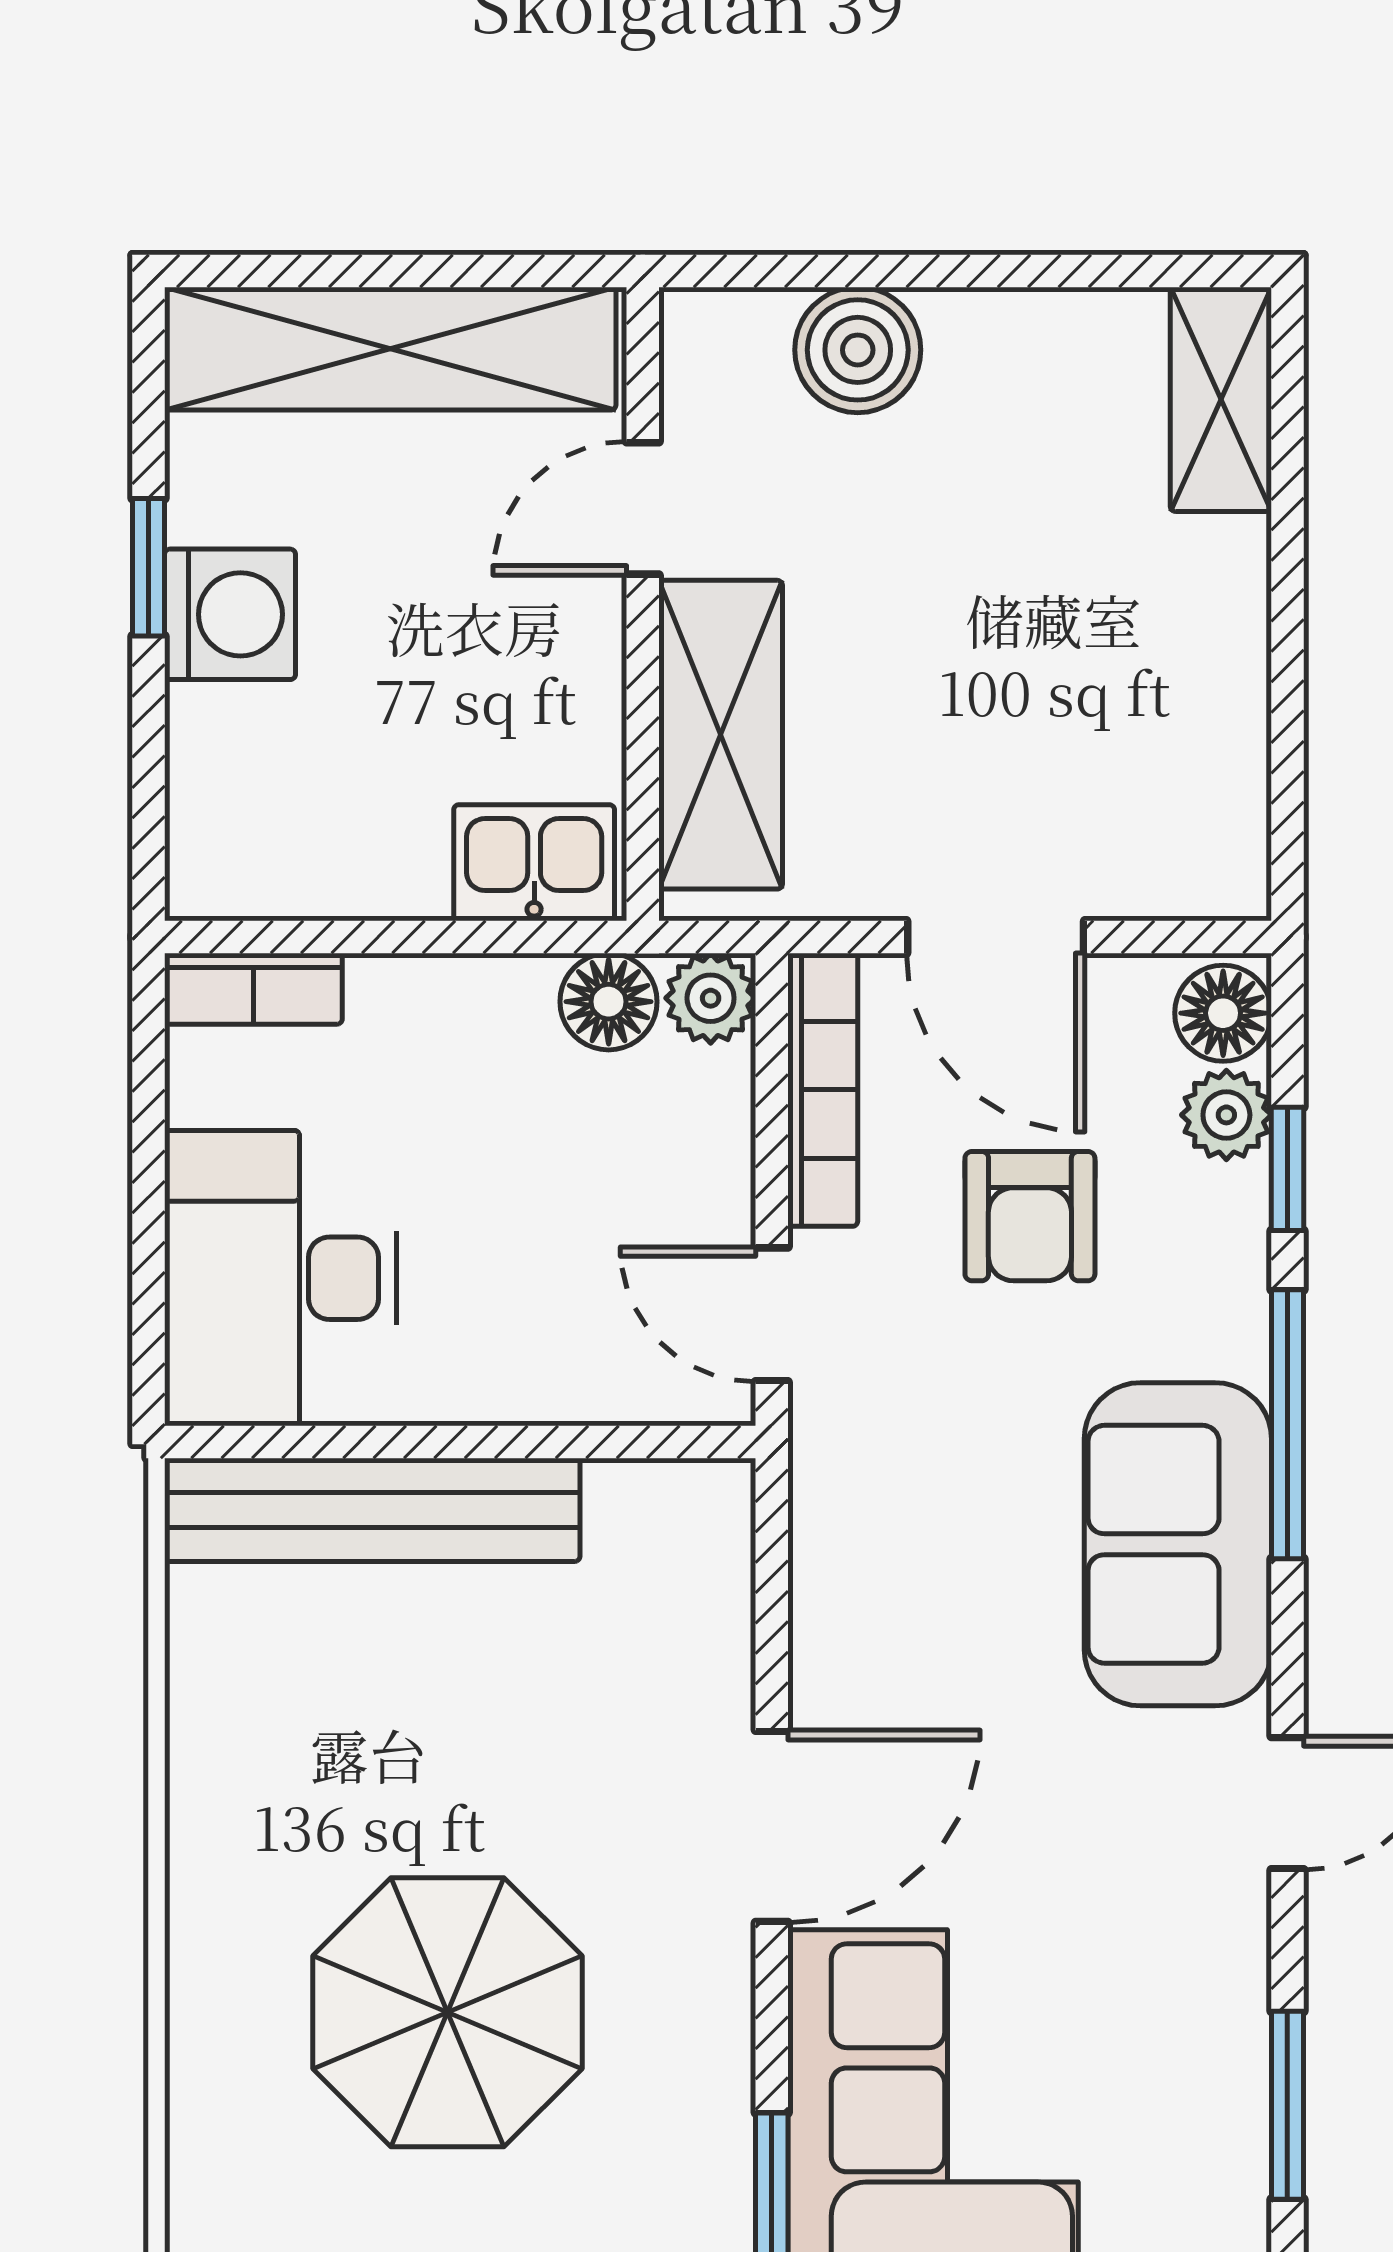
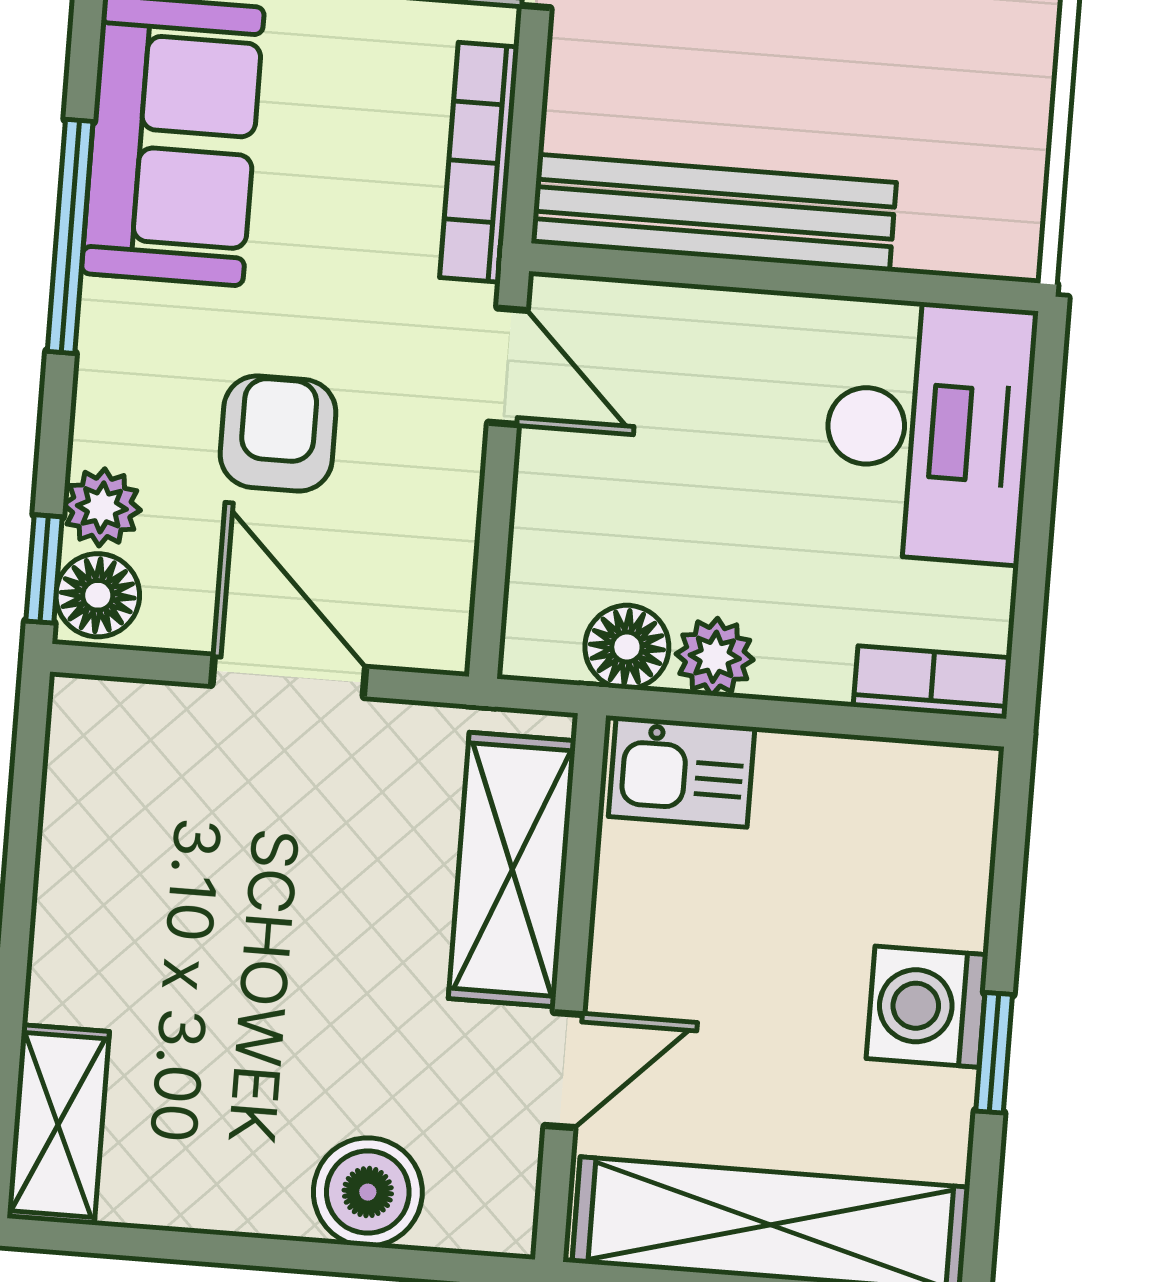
plant: (711, 998) -> (715, 657), moved
bookcase: (823, 1090) -> (479, 162), moved
window: (1287, 1169) -> (44, 569), moved
bench: (372, 1510) -> (714, 213), moved

